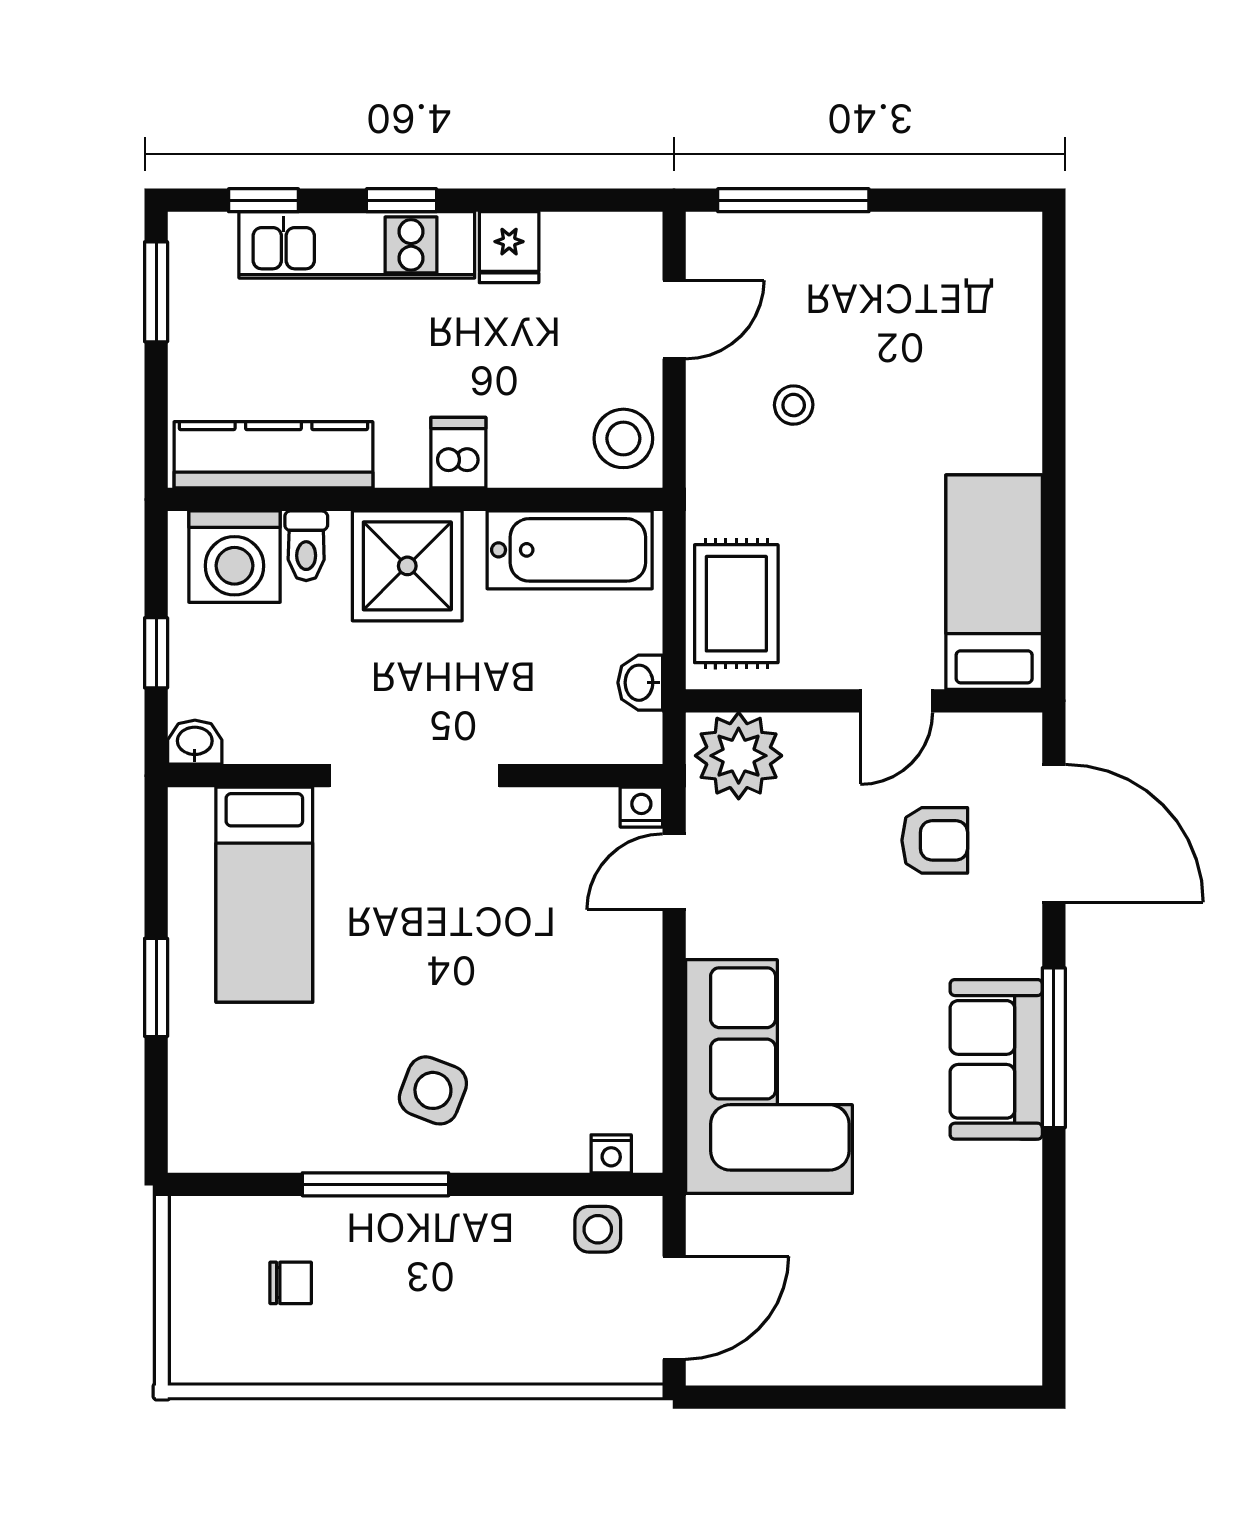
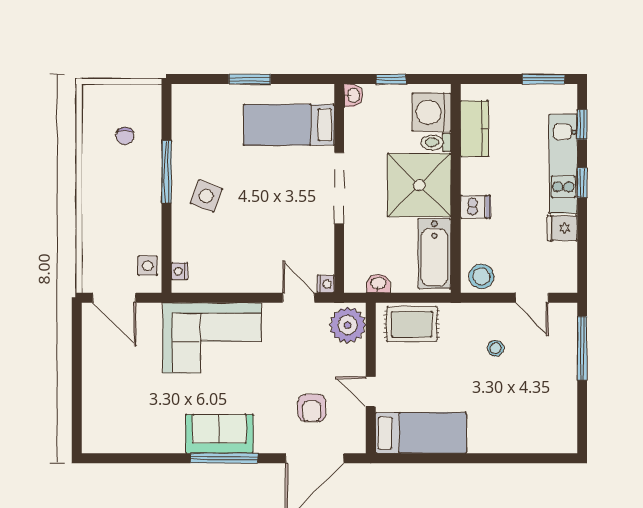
kitchen counter: (273, 455) -> (475, 129), width x0.67
shower: (407, 566) -> (419, 185), width x1.37, depth x1.37

